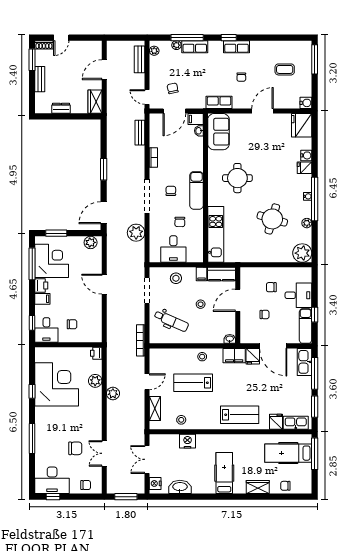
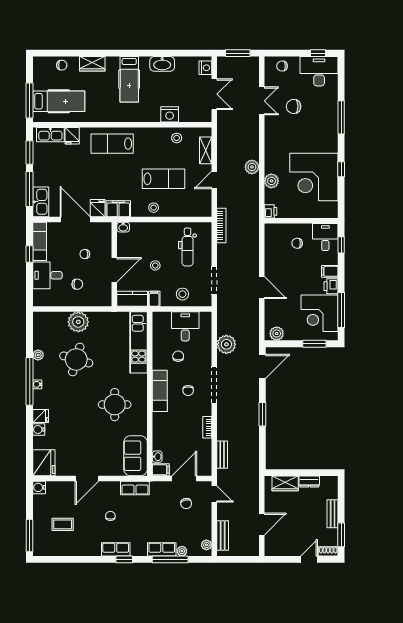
wardrobe: (95, 102) -> (285, 483), moved, turned 90
plant: (302, 253) -> (78, 322), moved
dental chair: (171, 321) -> (188, 247), turned -114
washbasin: (180, 487) -> (162, 64), moved

